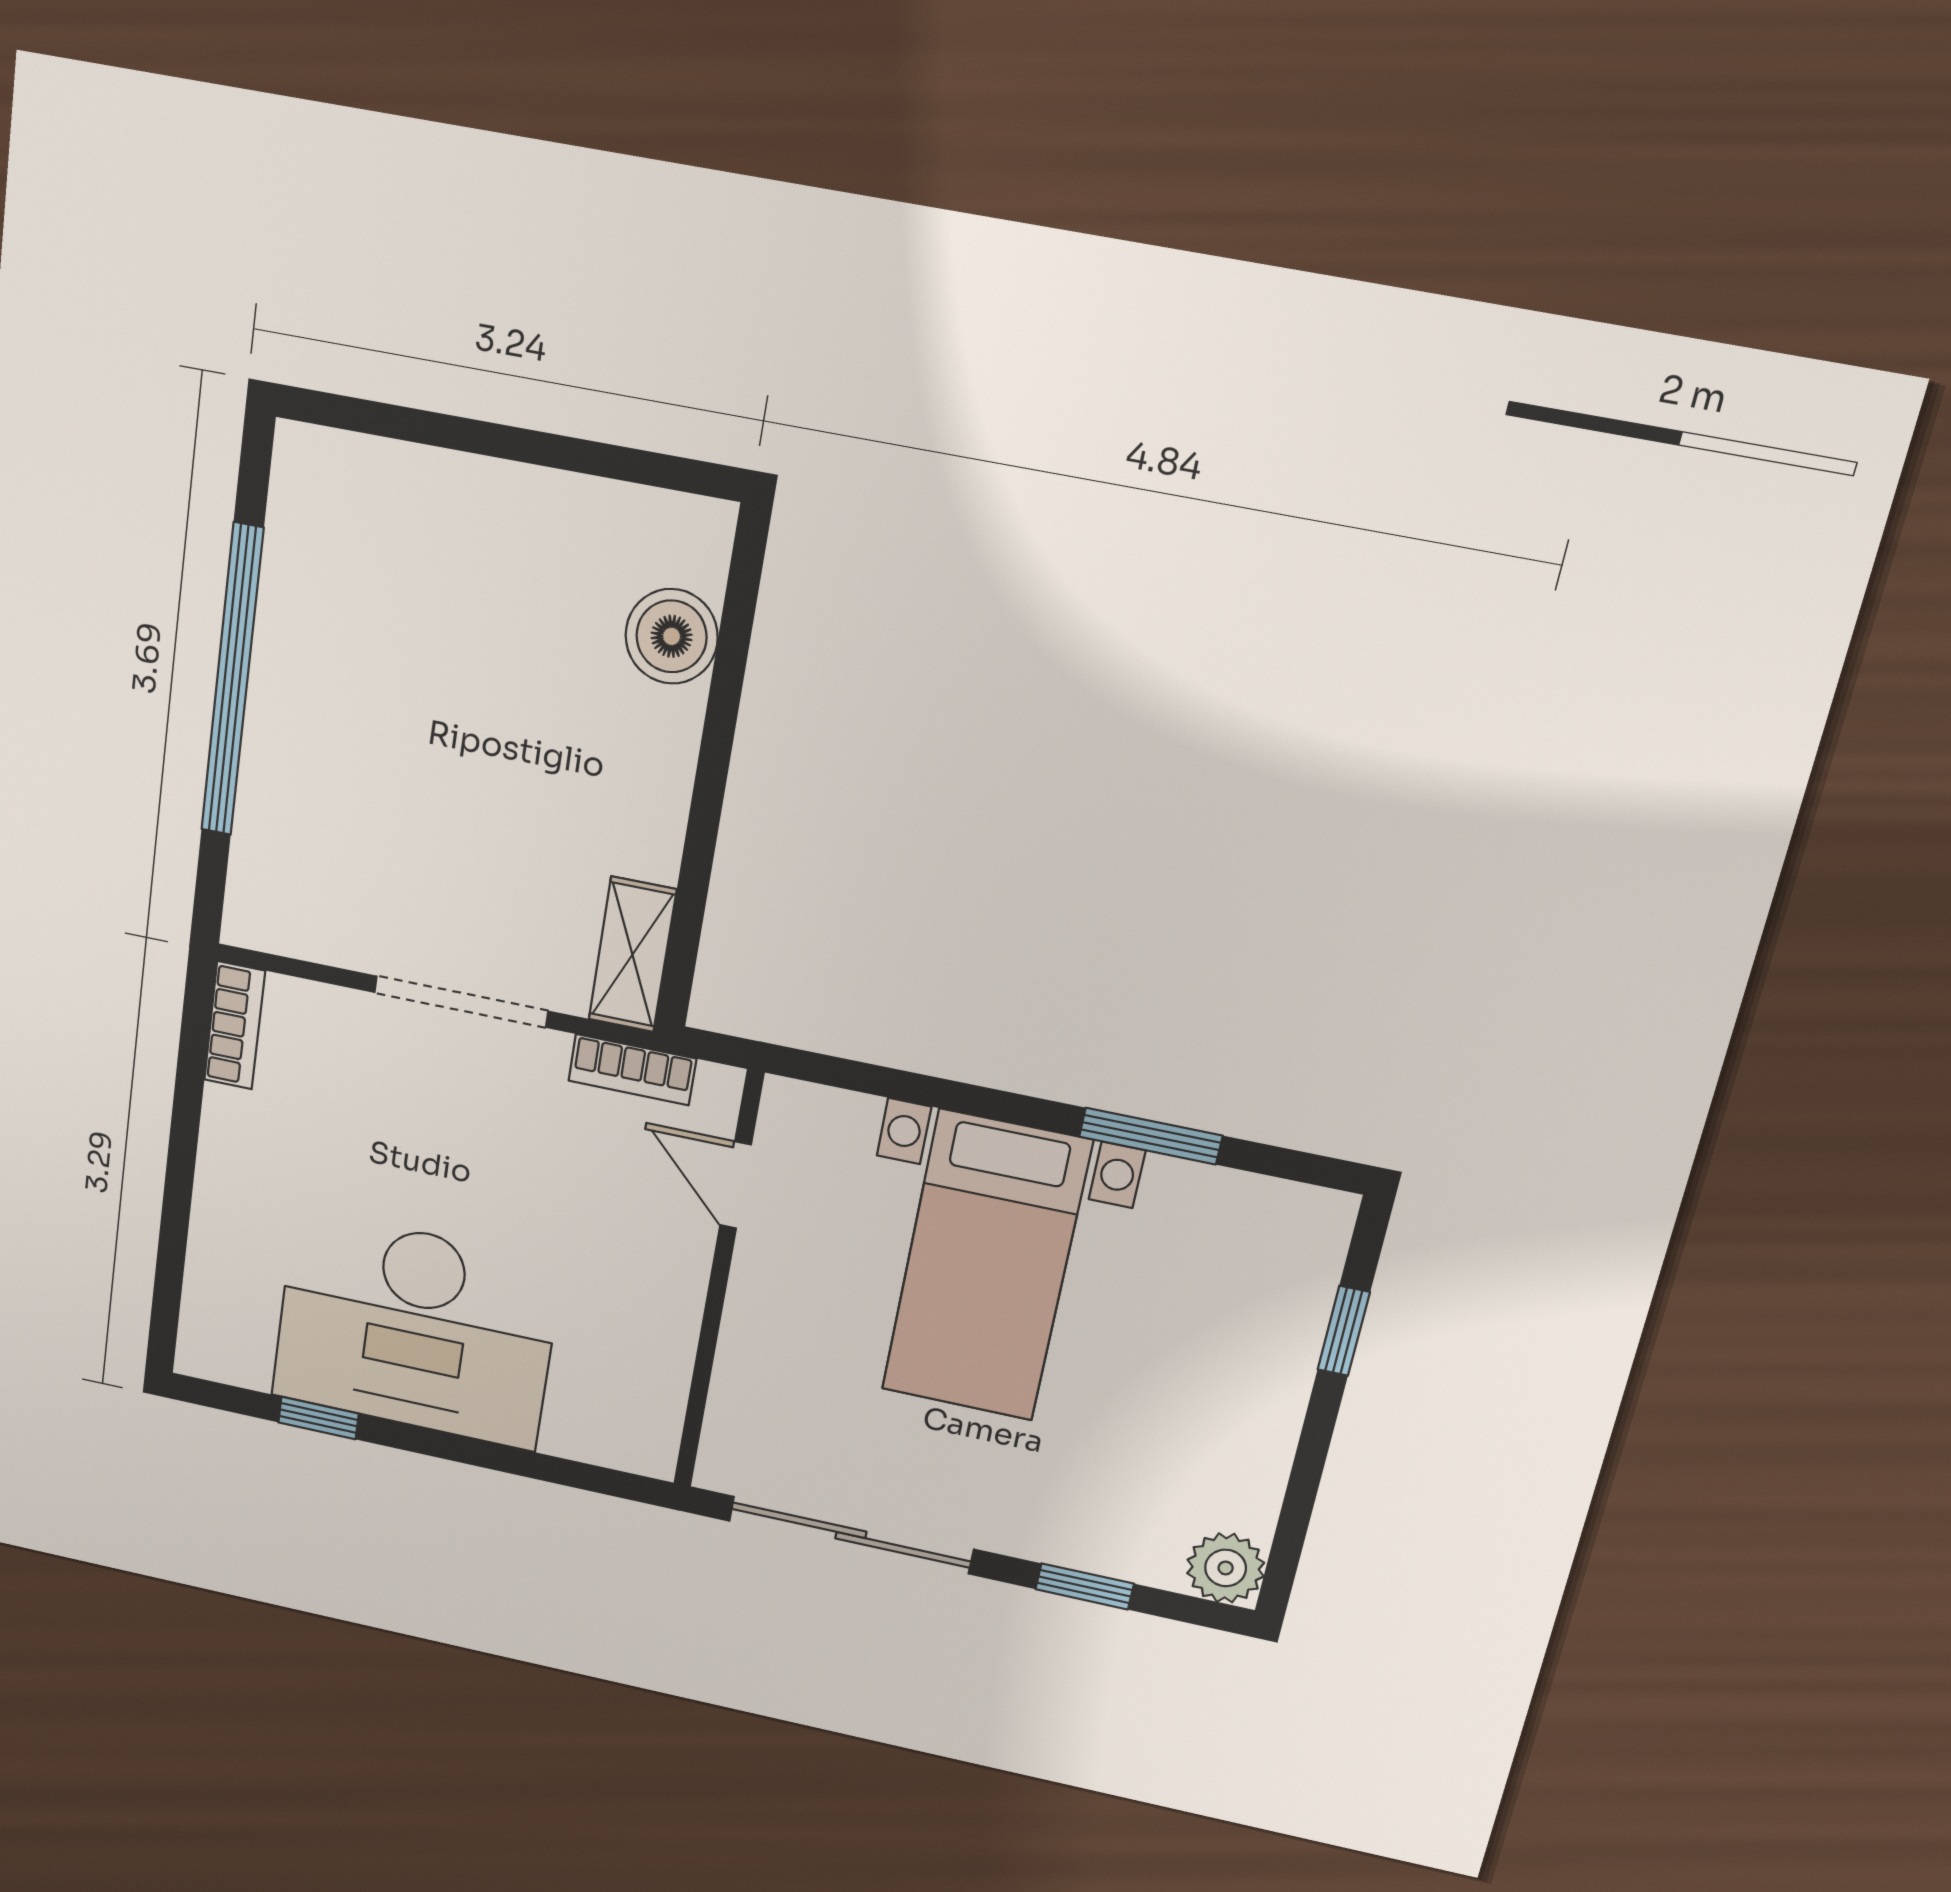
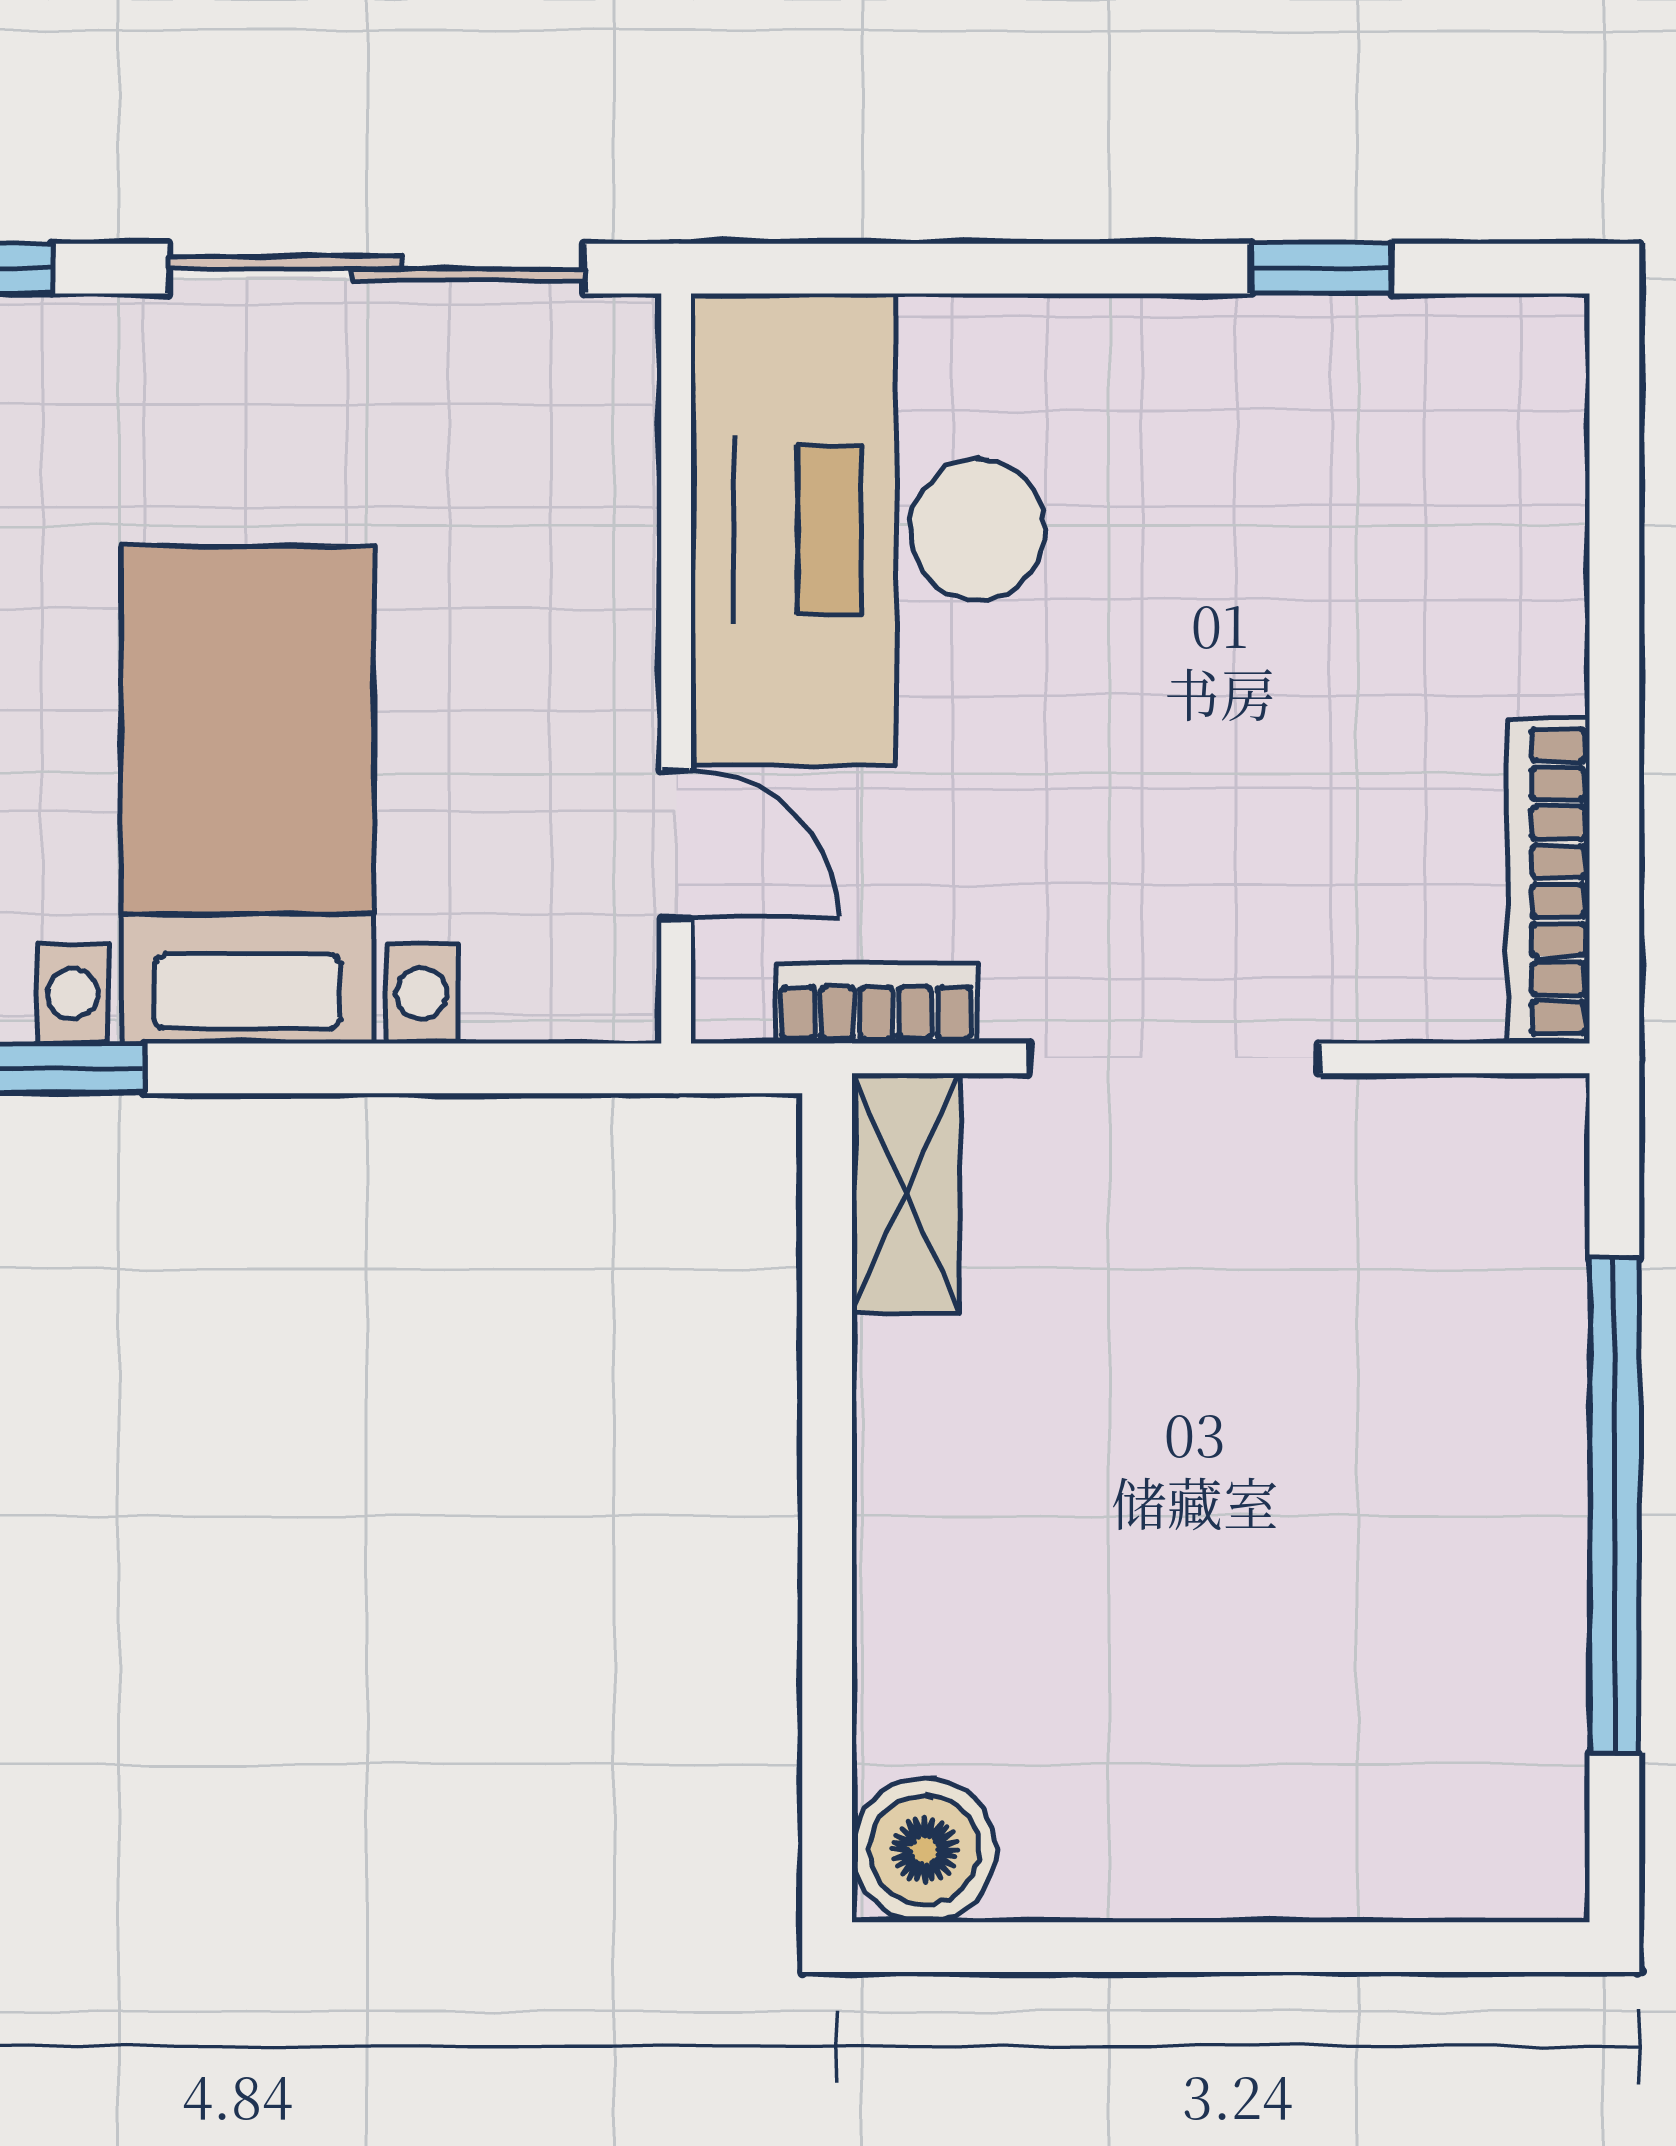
boiler: (672, 636) -> (924, 1850), moved
bookcase: (235, 1025) -> (1548, 881), width x1.56
desk: (416, 1330) -> (868, 530), moved, turned -90

